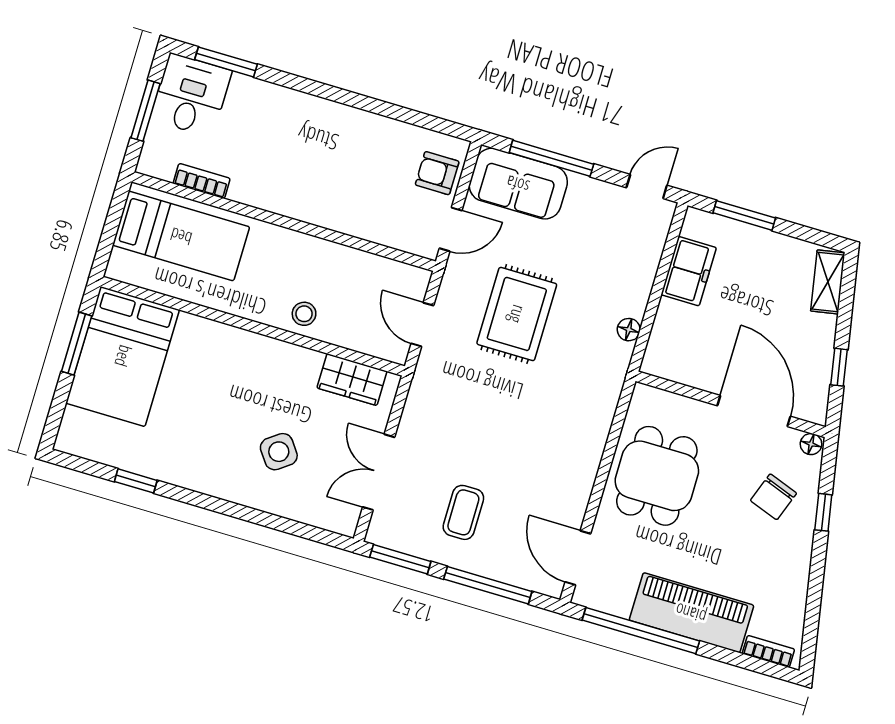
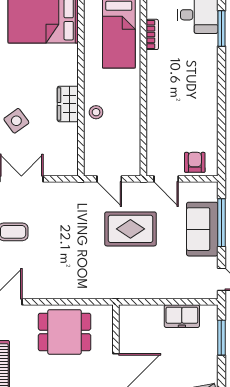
sofa: (518, 184) -> (202, 229), moved
door: (422, 325) -> (109, 179), swing flipped
floor lamp: (629, 330) -> (140, 293), removed
wardrobe: (352, 380) -> (68, 104), moved

